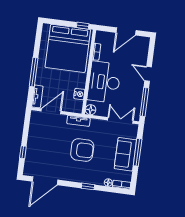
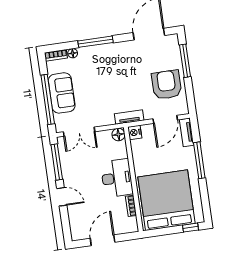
window: (83, 26) -> (191, 228), moved
desk: (104, 82) -> (117, 178), width x0.73, depth x0.77
nightstand: (79, 94) -> (135, 132), moved
armchair: (82, 150) -> (167, 85), moved, turned 90
window: (23, 152) -> (185, 61), width x2.17
window: (138, 152) -> (48, 99), width x1.46
window: (88, 186) -> (96, 42), width x2.17

